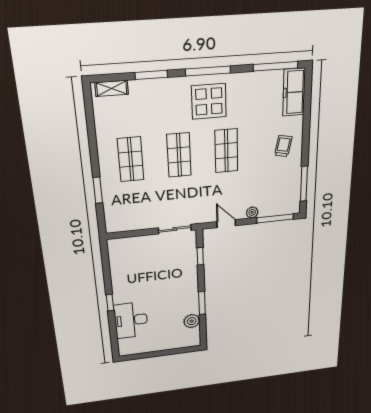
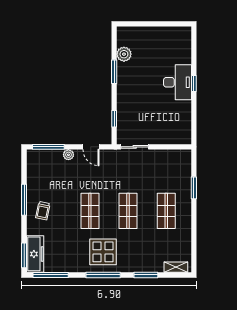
window: (308, 89) -> (24, 255), added
window: (304, 184) -> (24, 200), moved
desk: (131, 320) -> (178, 82), moved

